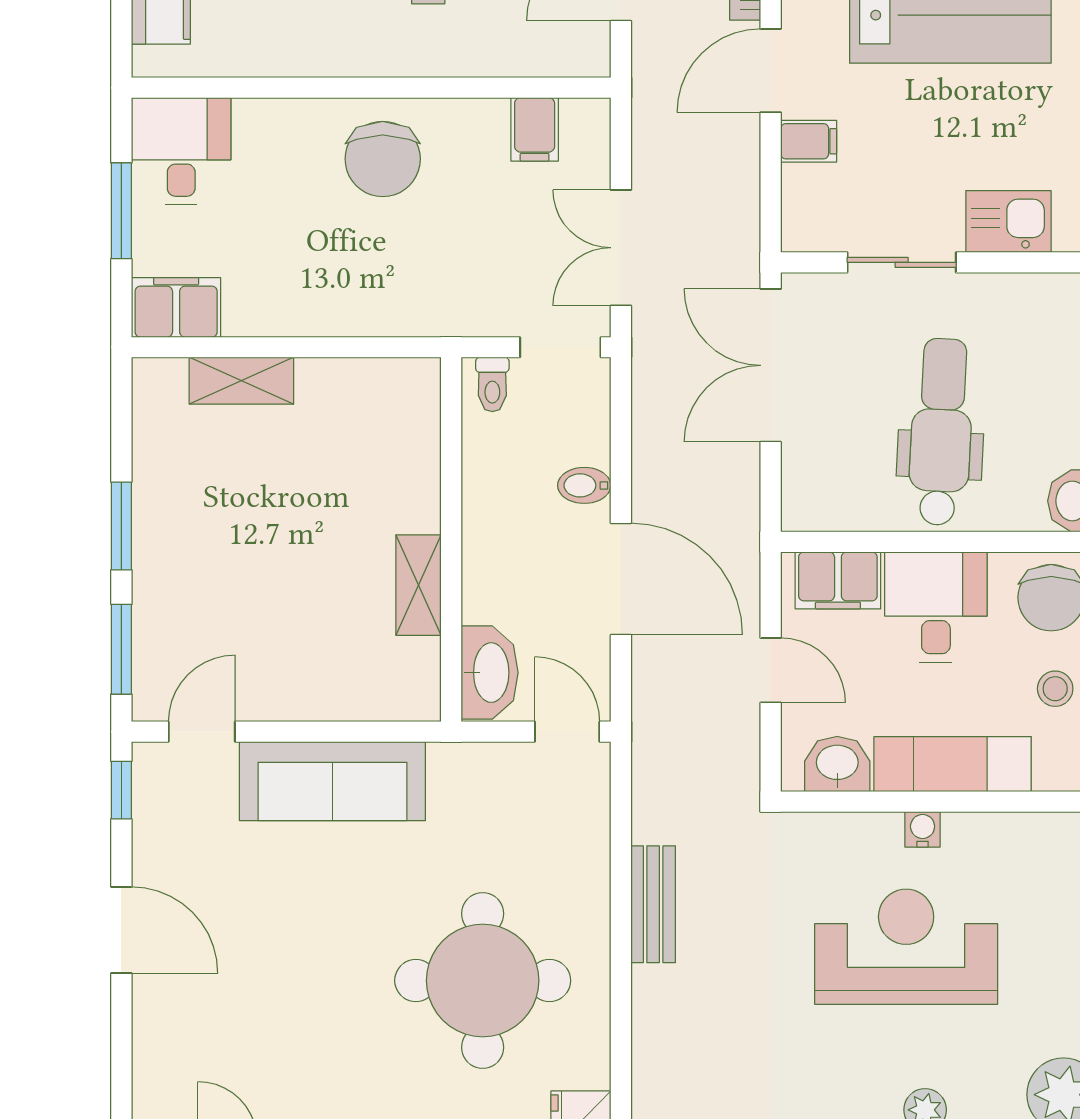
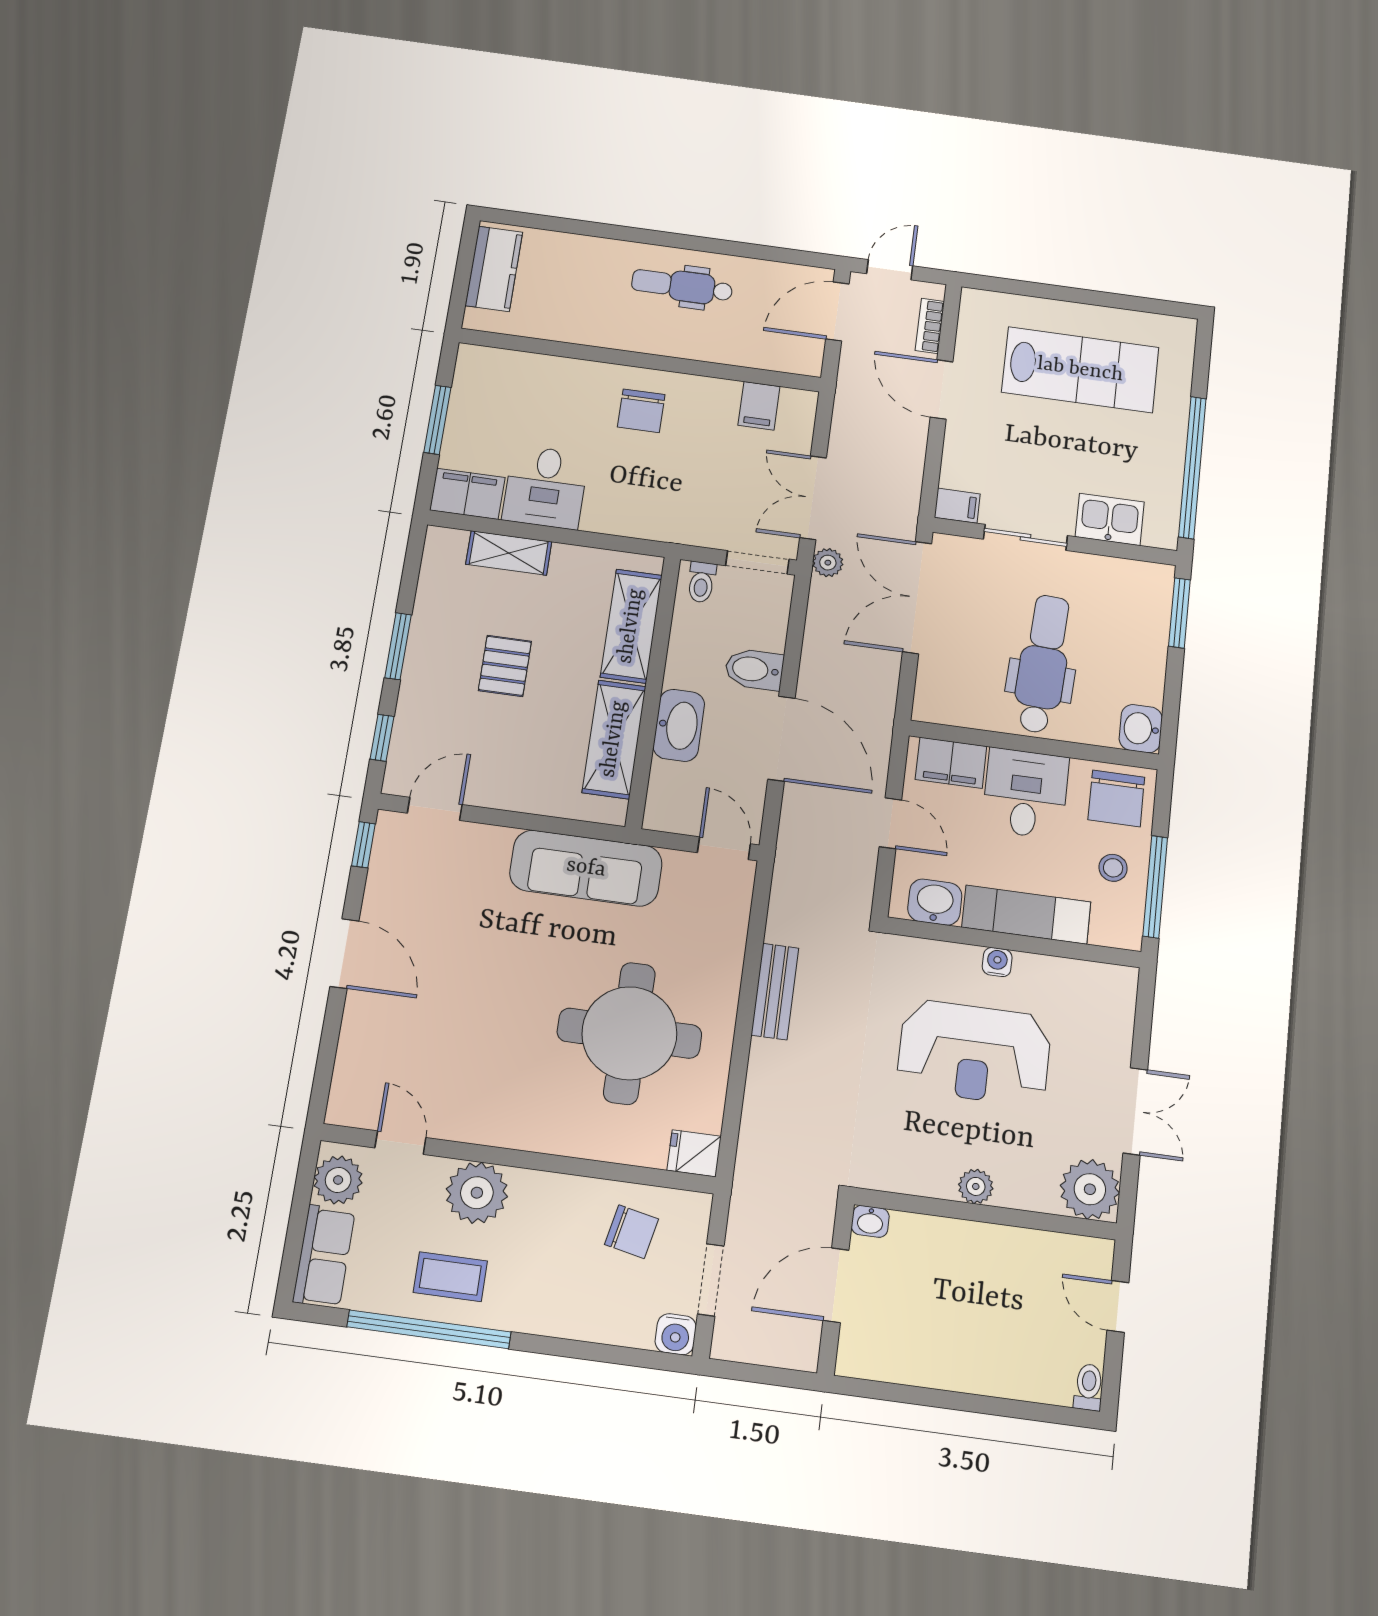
door: (771, 71) -> (942, 389), hinge flipped
filing cabinet: (809, 141) -> (957, 506), moved
desk: (181, 151) -> (545, 487), moved, turned 180
chair: (383, 159) -> (641, 411), width x0.73, depth x0.73
plant: (651, 334) -> (828, 563), added
shelving: (411, 457) -> (631, 626), added
bidet: (584, 485) -> (754, 669), width x1.38, depth x1.36
pallet: (260, 533) -> (505, 666), added
shelving: (418, 585) -> (614, 739), width x1.50, depth x1.33
window: (121, 649) -> (382, 738), width x0.67
washbasin: (490, 673) -> (679, 725), moved
sofa: (332, 781) -> (586, 868), moved
reception desk: (906, 947) -> (974, 1053), turned 180

